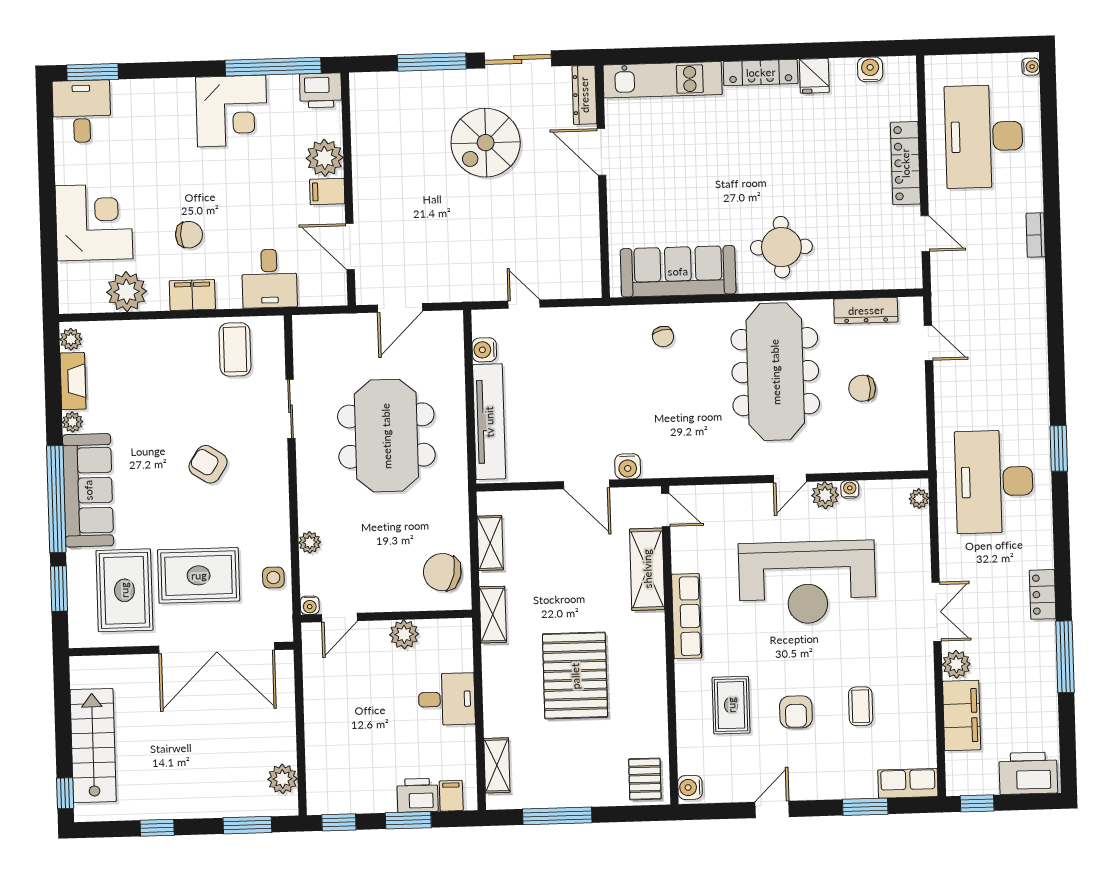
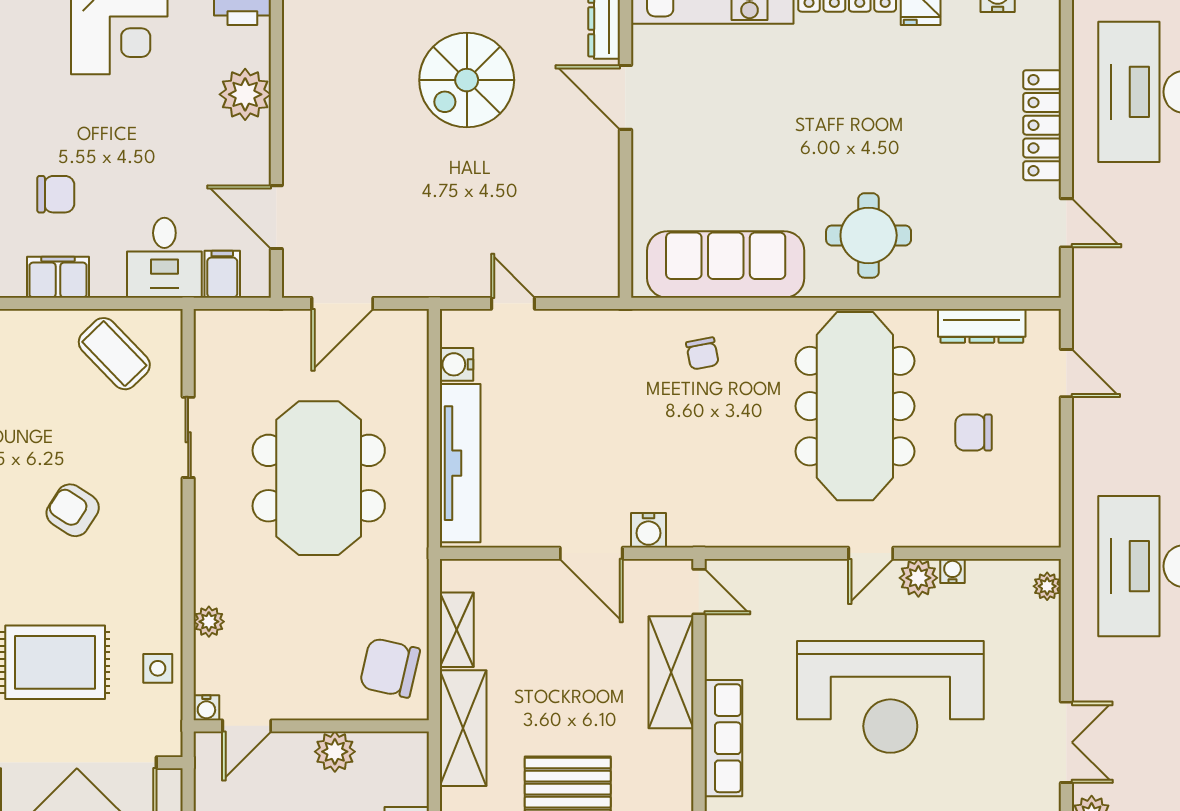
filing cabinet: (327, 192) -> (222, 274), moved, turned 90
coffee table: (235, 349) -> (114, 354), turned -44
shelving: (493, 615) -> (463, 728), width x1.50, depth x1.33

